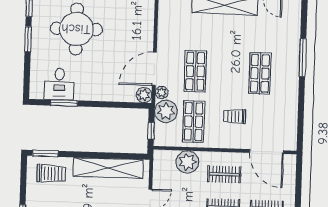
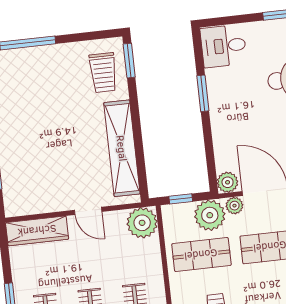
desk: (59, 84) -> (223, 46), moved
window: (64, 103) -> (203, 93), moved
plant: (187, 162) -> (142, 223), moved

